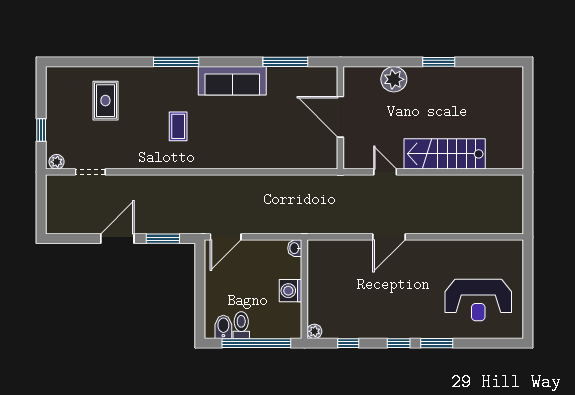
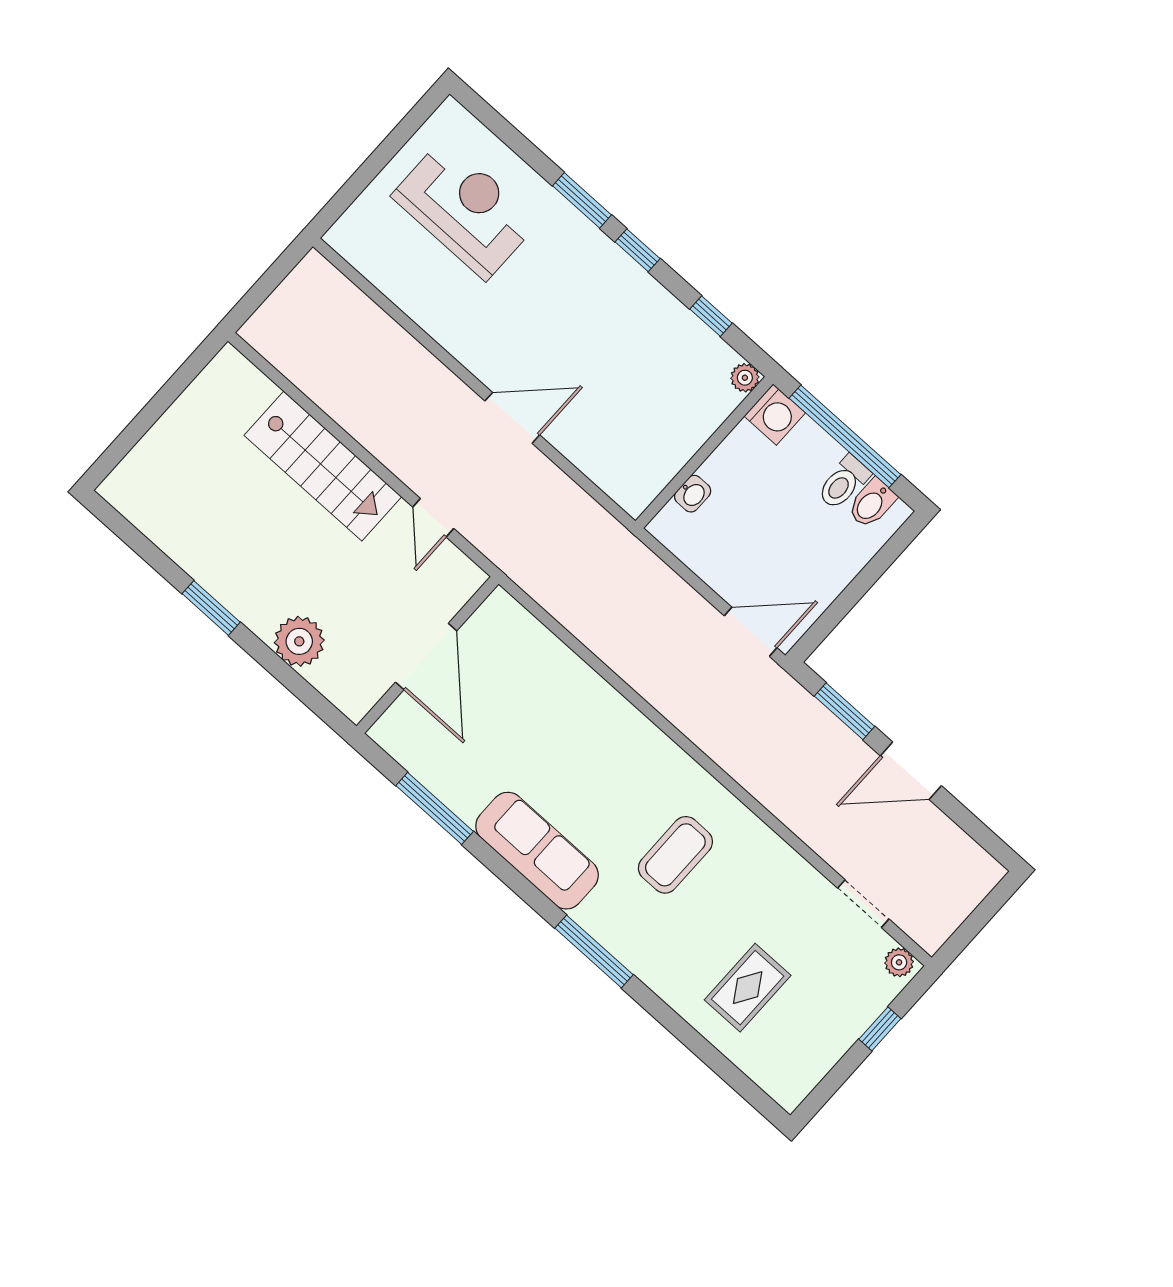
coffee table: (178, 126) -> (675, 855), width x1.36, depth x1.30
washbasin: (295, 248) -> (693, 494), moved
washing machine: (291, 291) -> (775, 415), moved

